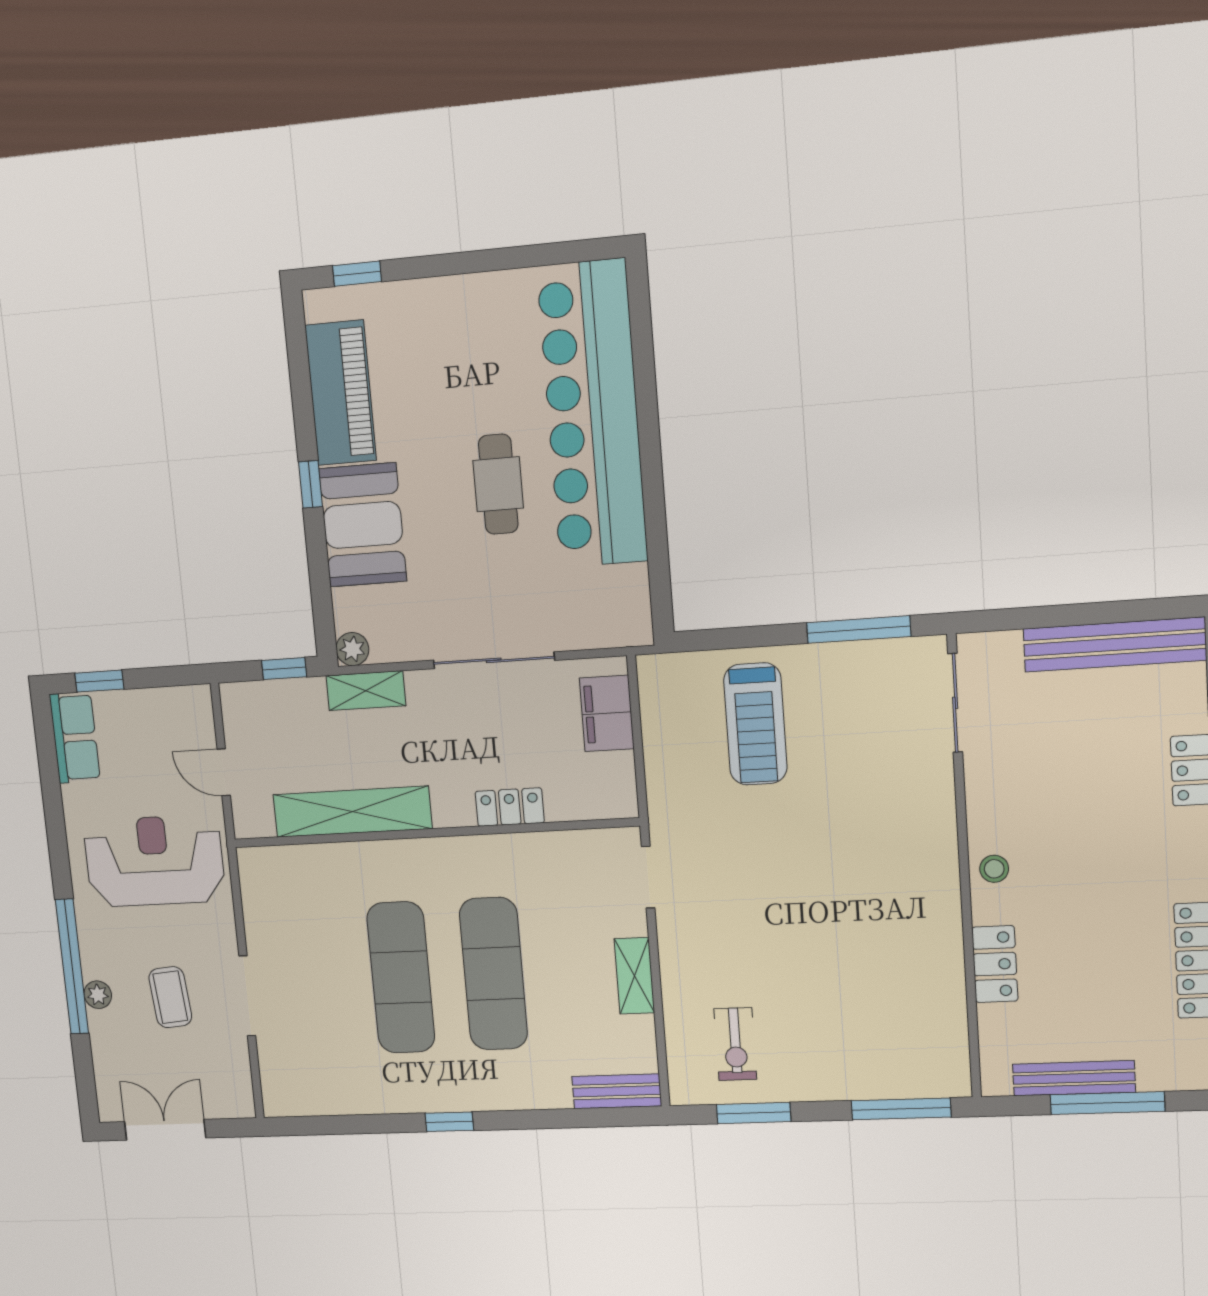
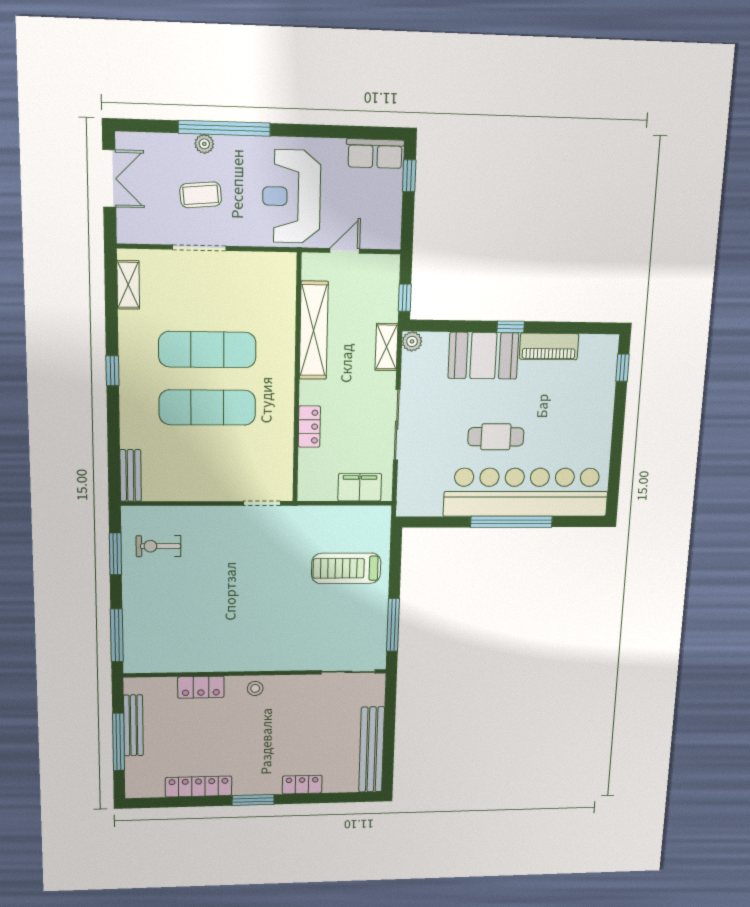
piano: (341, 393) -> (549, 346), width x0.73, depth x0.75
window: (649, 434) -> (511, 522), added
reception desk: (154, 861) -> (292, 196), turned 180
shelving: (634, 976) -> (128, 285), moved, turned 90

